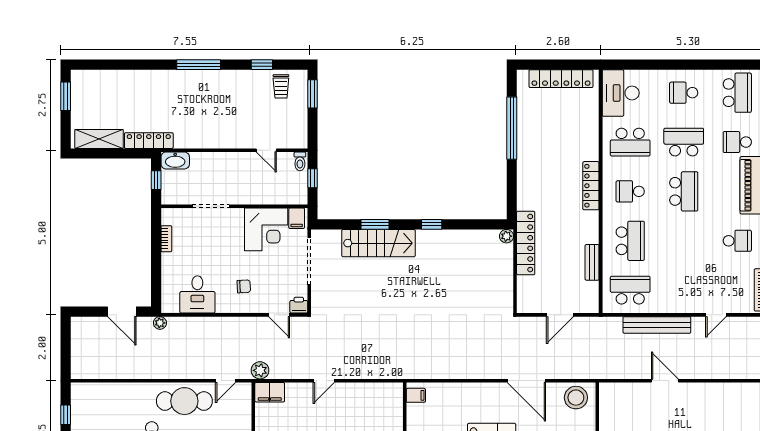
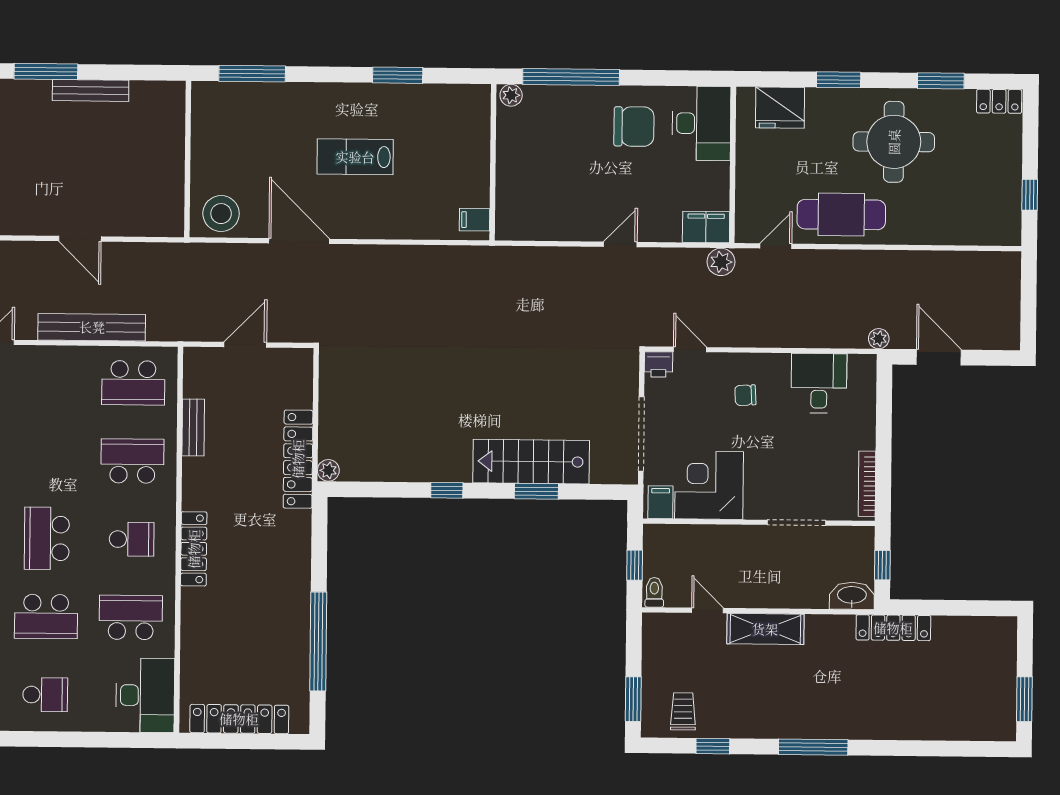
shelving: (99, 139) -> (765, 629), moved
bookcase: (166, 239) -> (867, 484), width x1.56
school desk: (630, 241) -> (132, 461), turned 90

